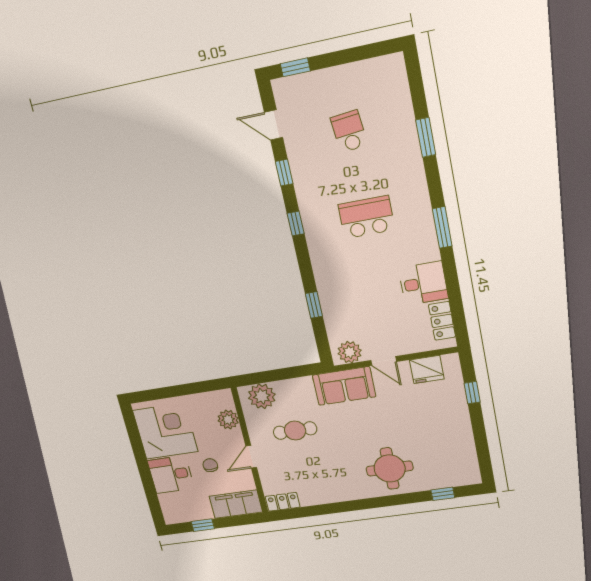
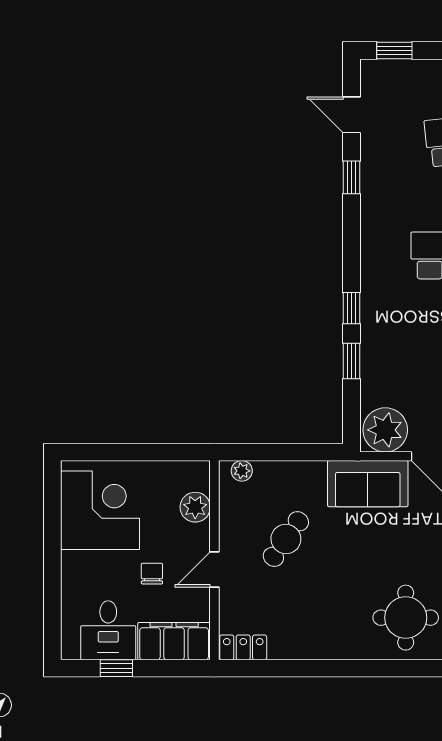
window: (296, 224) -> (351, 308), moved
plant: (350, 352) -> (385, 430), width x1.36, depth x1.36
plant: (262, 396) -> (242, 471), width x0.53, depth x0.53
cafe table: (295, 431) -> (286, 539), turned -55
desk: (171, 474) -> (108, 630), moved, turned -90

